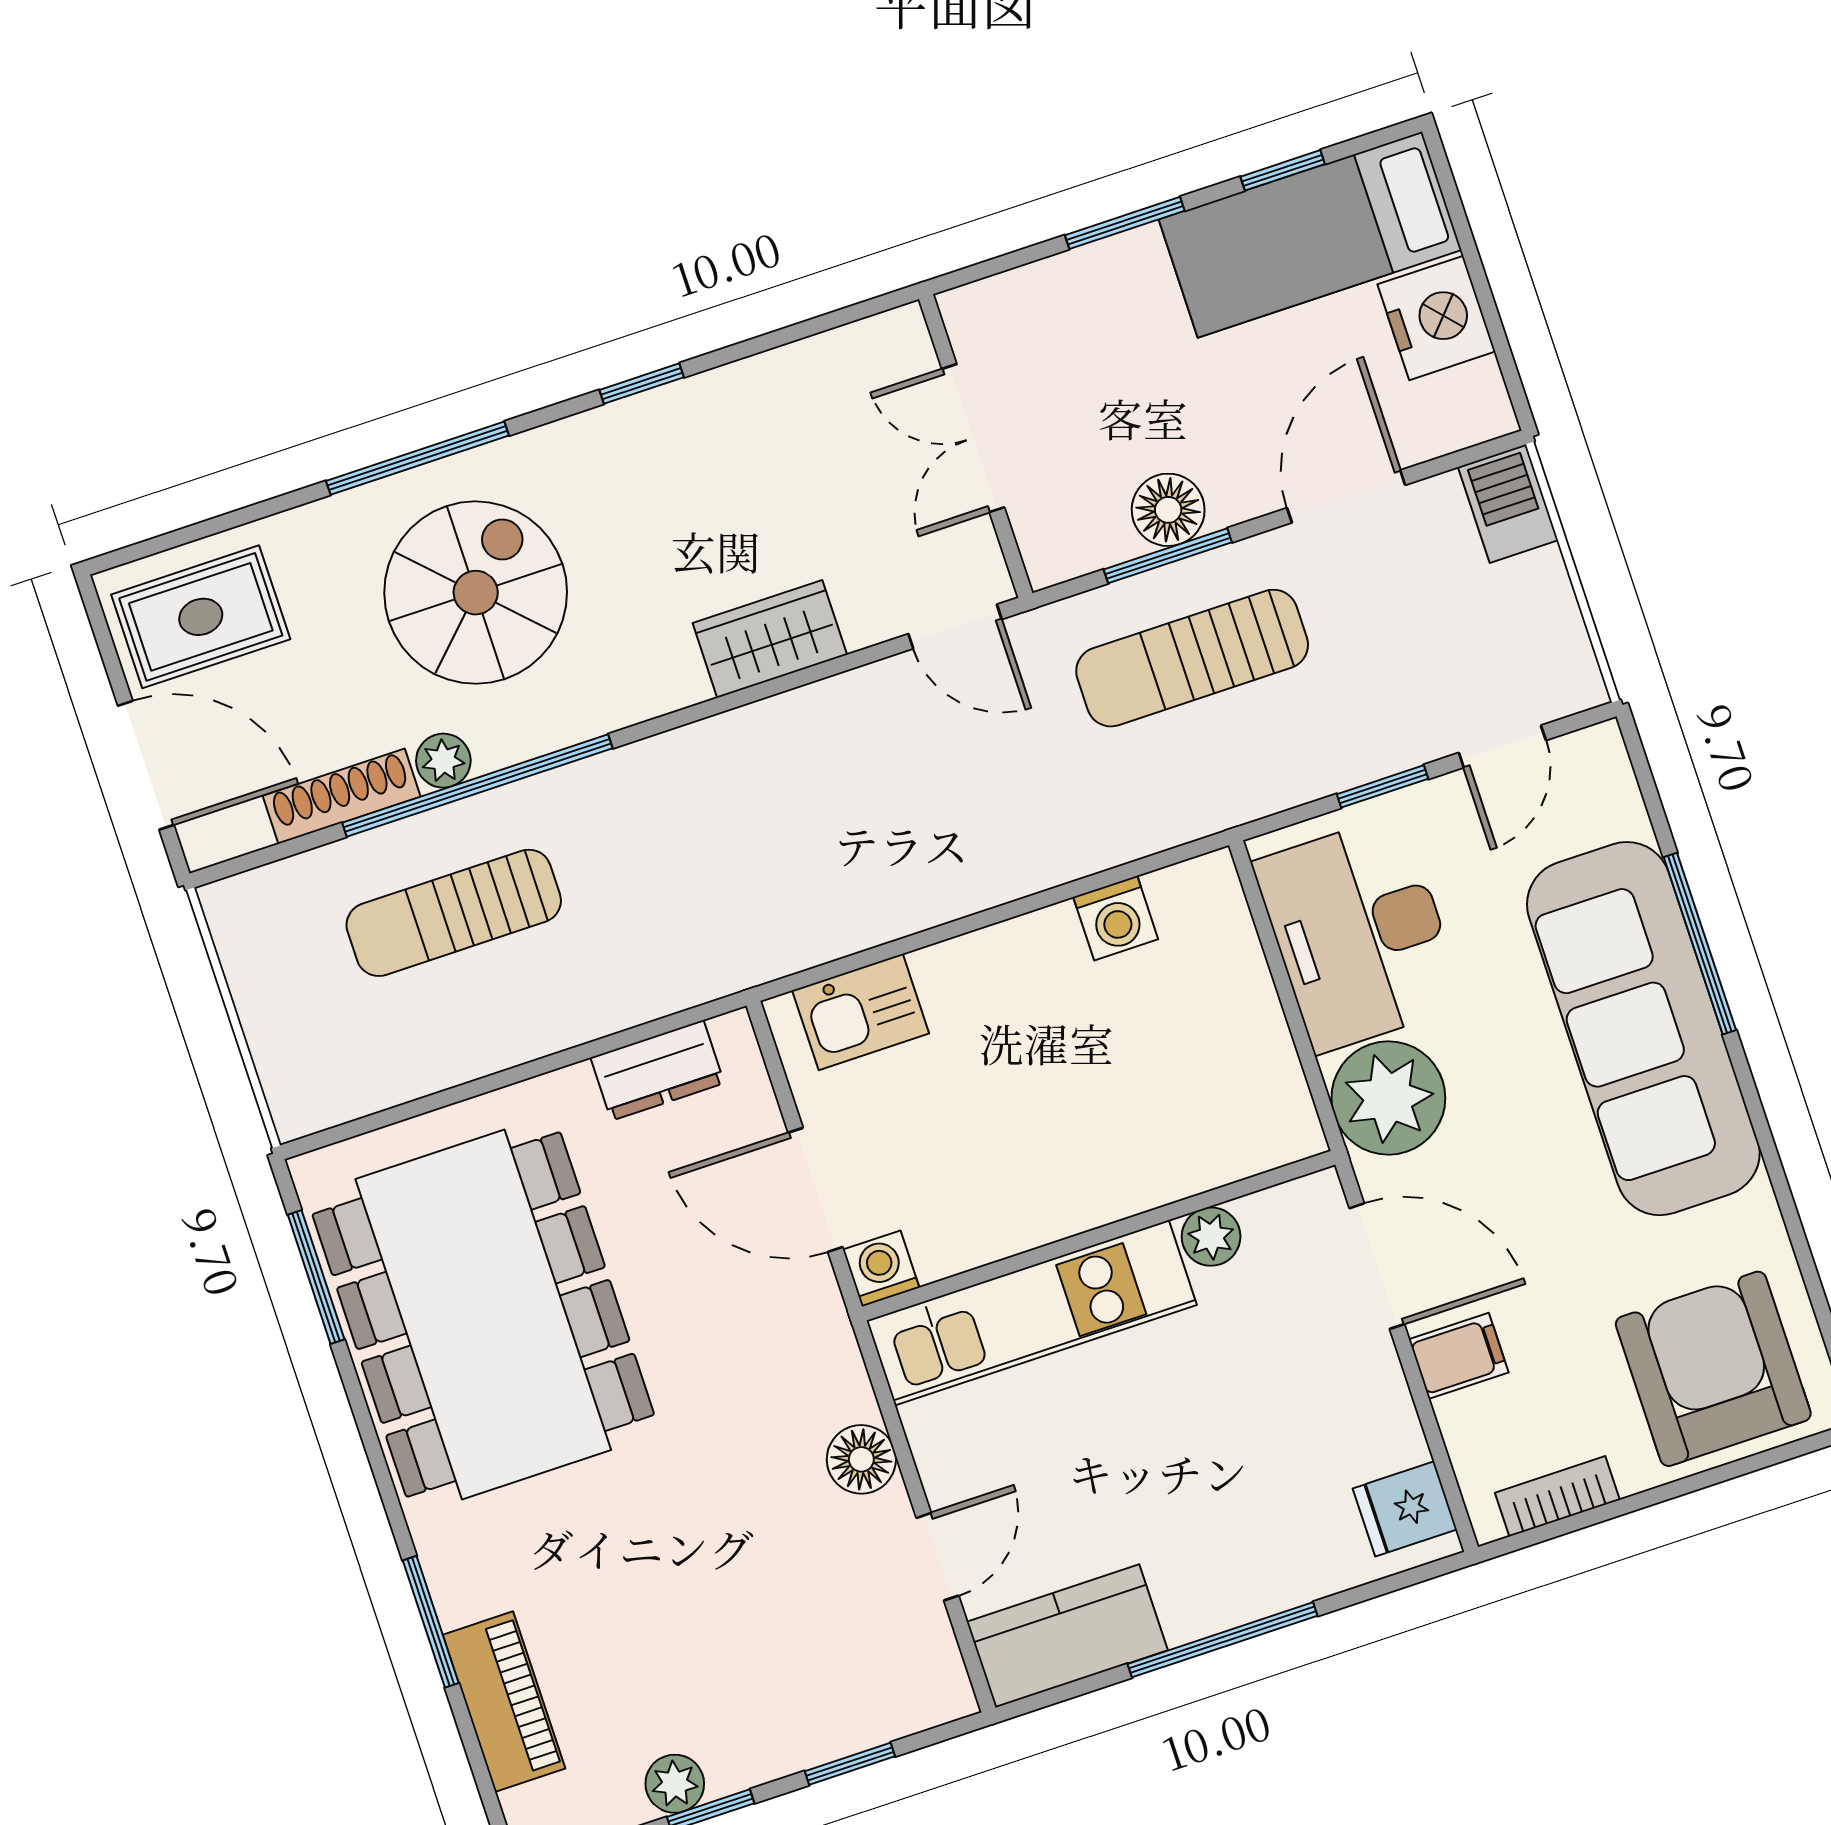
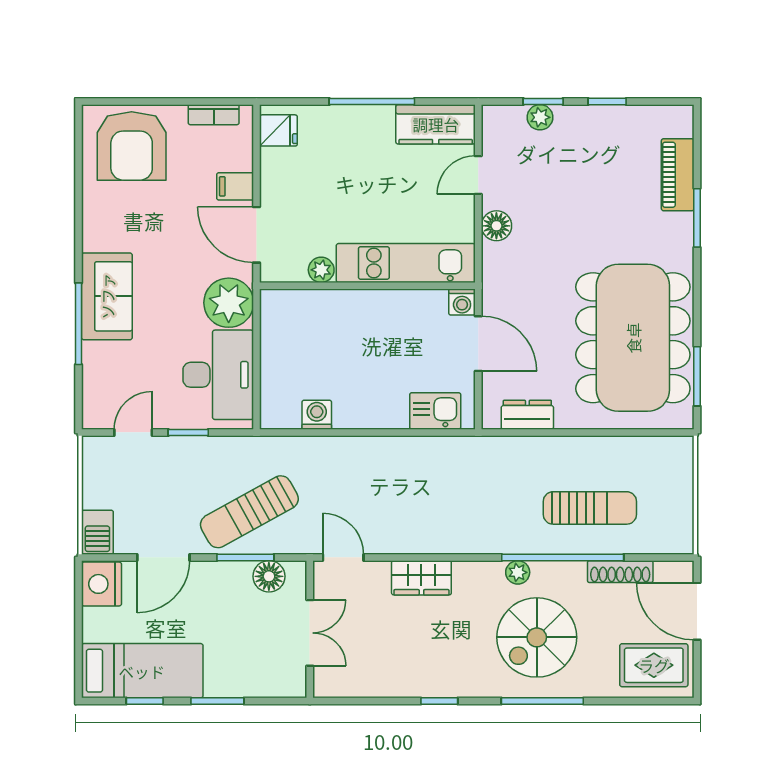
nightstand: (1436, 318) -> (102, 584), moved
floor lamp: (1168, 510) -> (269, 576), moved
sun lounger: (1192, 658) -> (249, 512), turned 151
plant: (443, 761) -> (518, 572), moved
sofa: (1643, 1029) -> (107, 296), width x0.54, depth x0.79
plant: (675, 1784) -> (540, 117), moved

